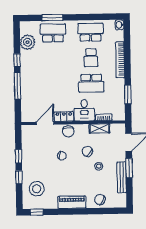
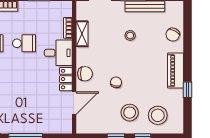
school desk: (91, 83) -> (24, 43), width x0.54
door: (45, 123) -> (74, 103), swing flipped
chair: (87, 151) -> (111, 50), removed
stool: (38, 167) -> (130, 113), added
window: (37, 212) -> (188, 90), moved

